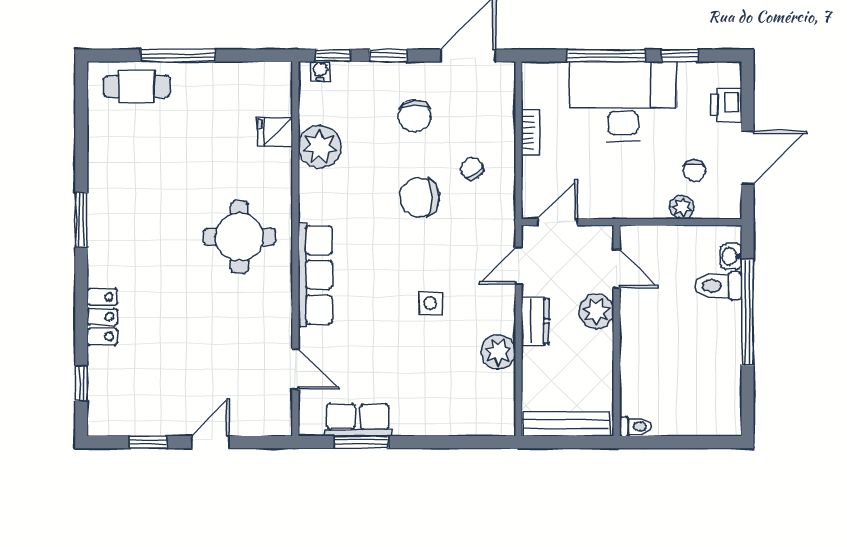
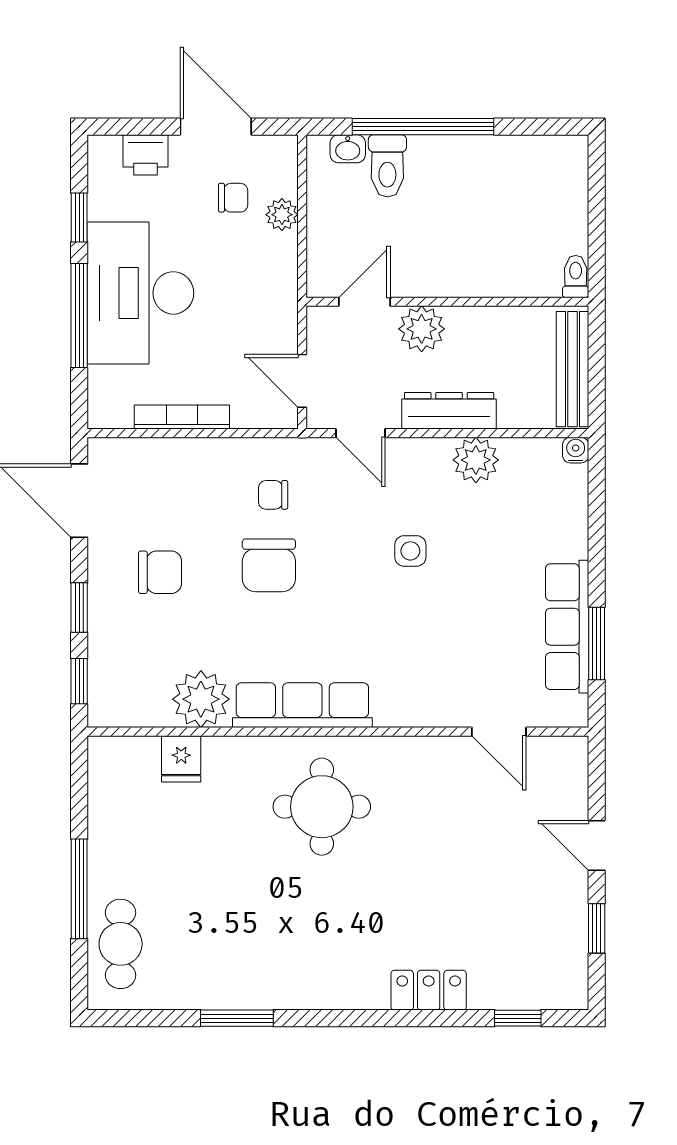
water cooler: (320, 71) -> (576, 450), moved, turned 90
bookcase: (531, 132) -> (182, 417), width x1.56
chair: (472, 168) -> (273, 495), moved, turned 37
window: (81, 220) -> (237, 1018), moved
row of seats: (315, 275) -> (302, 705), moved
dresser: (535, 321) -> (449, 411), width x1.44
door: (295, 369) -> (499, 732), swing flipped
row of seats: (358, 420) -> (567, 627), width x1.48

